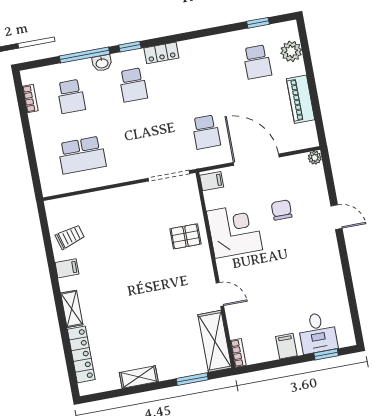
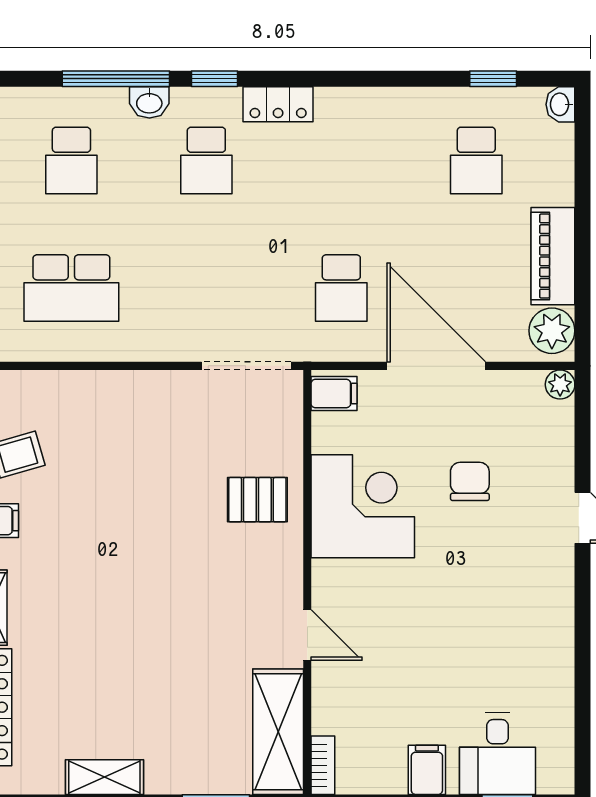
washbasin: (291, 29) -> (560, 104), added
plant: (291, 51) -> (552, 331), moved

